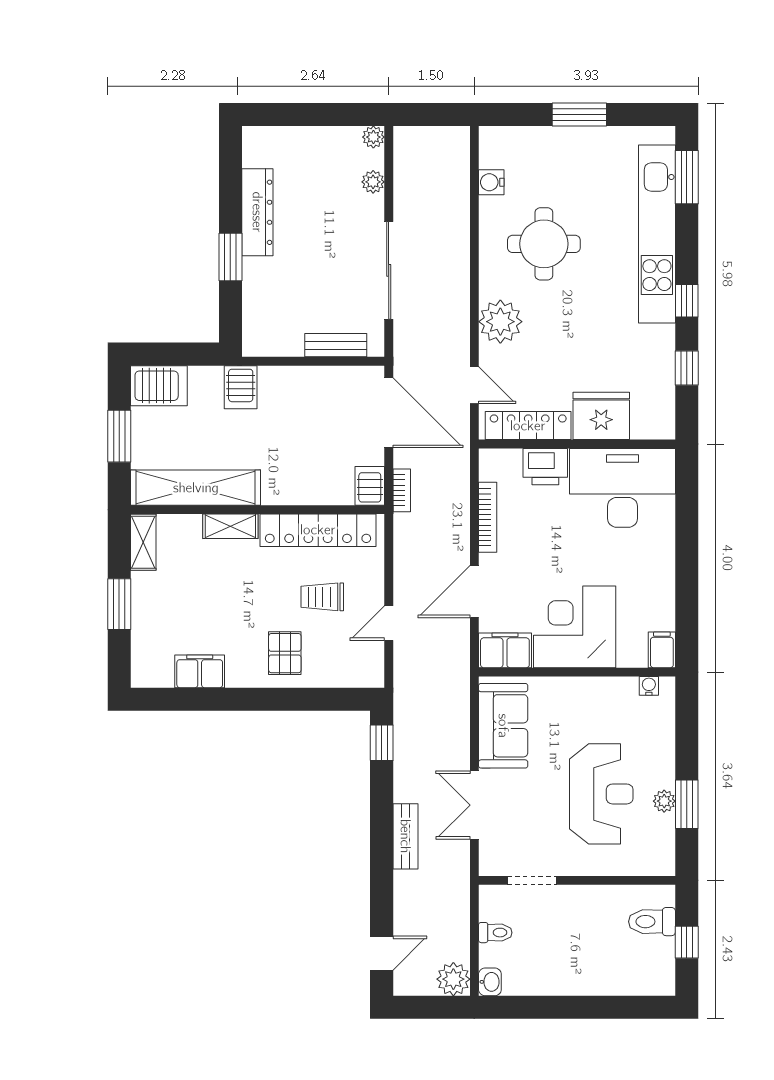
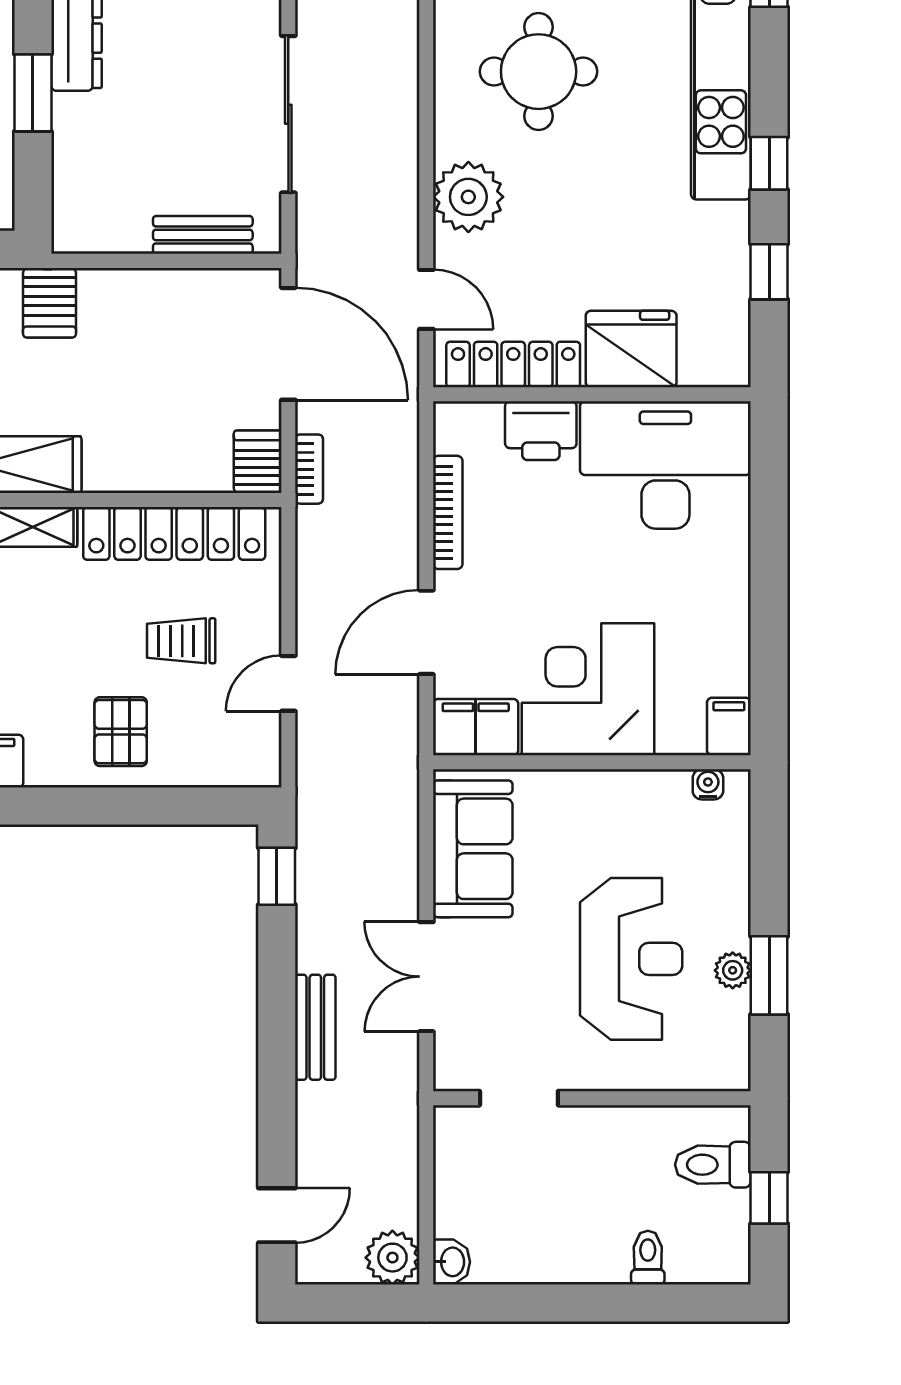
toilet: (495, 933) -> (648, 1258), moved, turned -90

